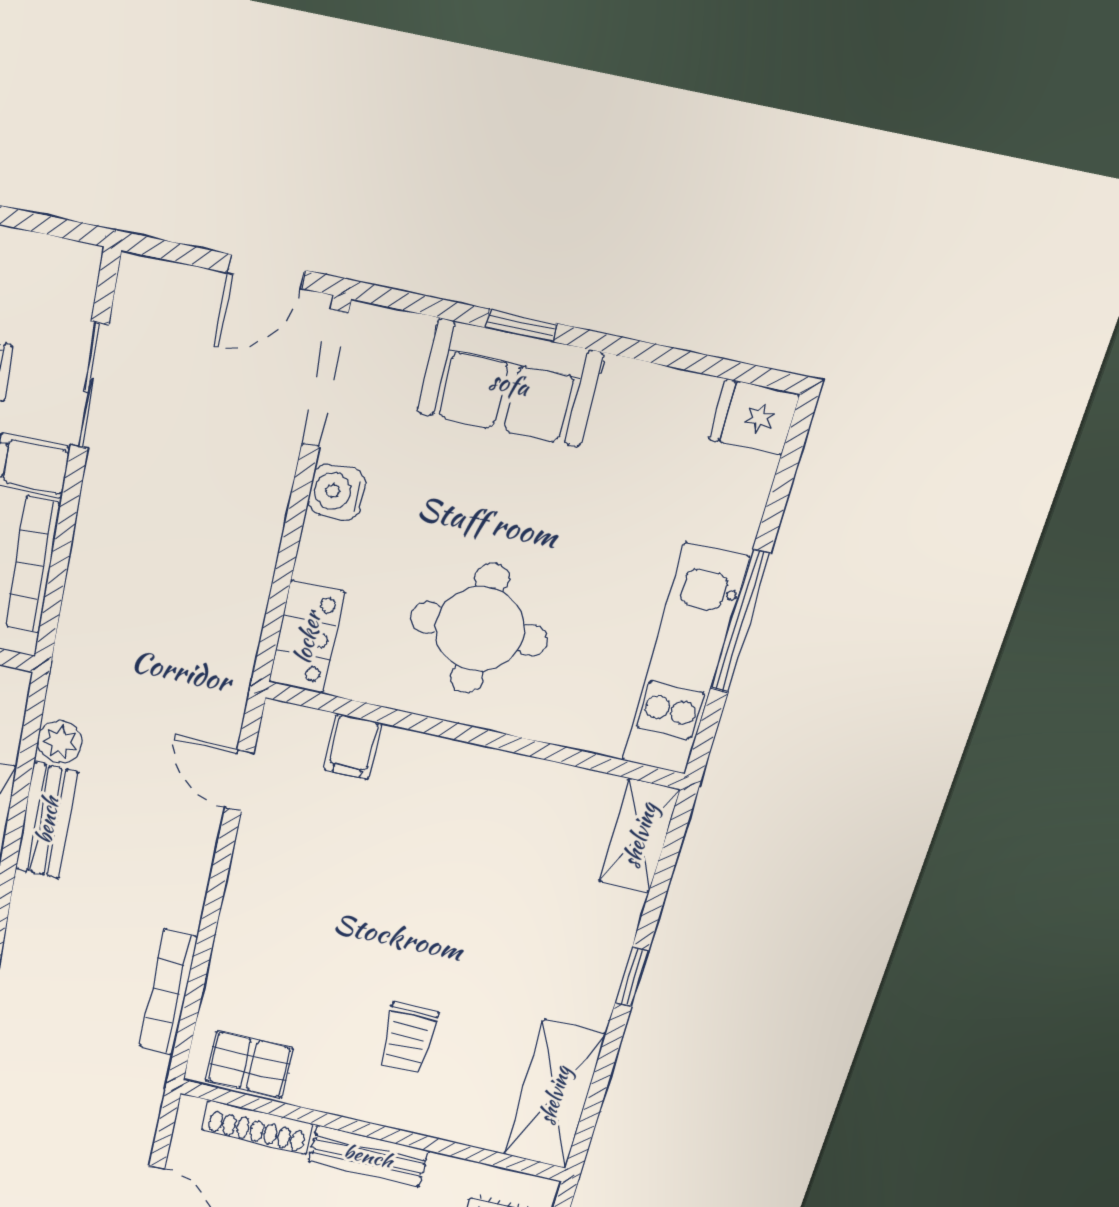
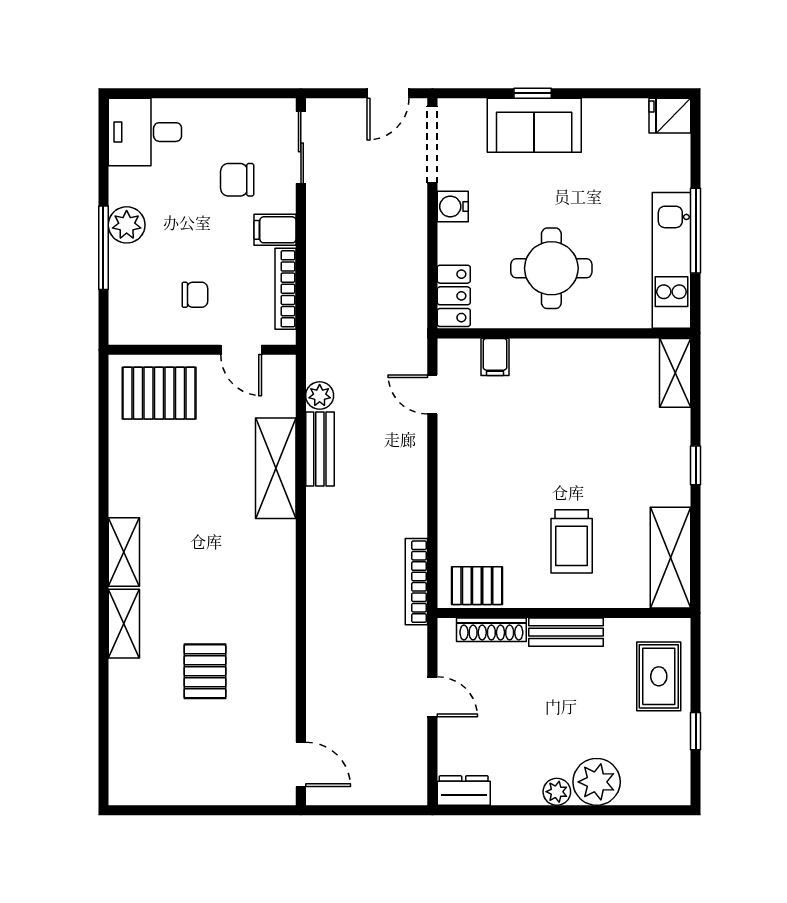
sliding door: (89, 386) -> (301, 147), moved
bookcase: (168, 992) -> (416, 582), moved
trolley: (408, 1038) -> (572, 541), width x1.36, depth x1.39

